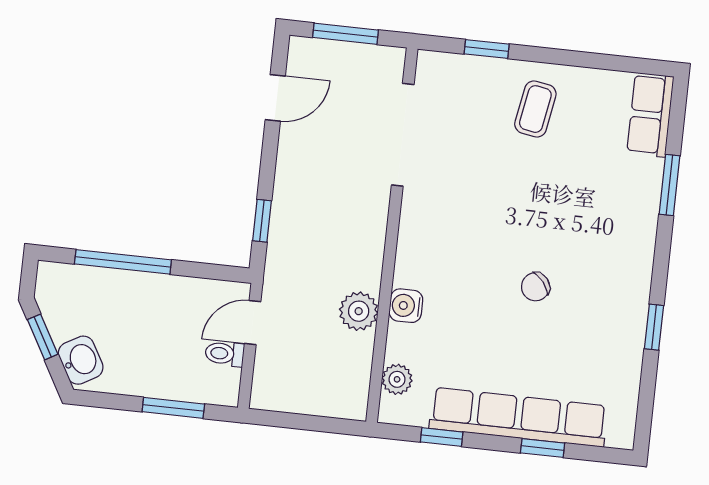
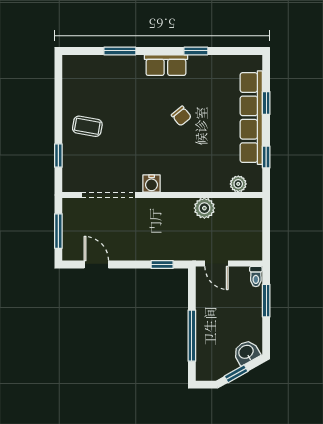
row of seats: (650, 115) -> (166, 65), moved
water cooler: (406, 306) -> (152, 183), moved
toilet: (225, 354) -> (256, 277), moved

